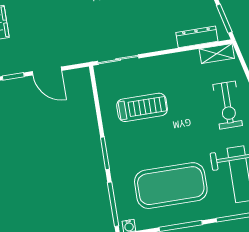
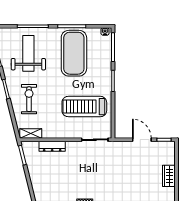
dresser: (197, 37) -> (52, 146), moved
treadmill: (142, 107) -> (84, 107), width x1.37, depth x1.38
exercise mat: (171, 186) -> (74, 53), turned 90

